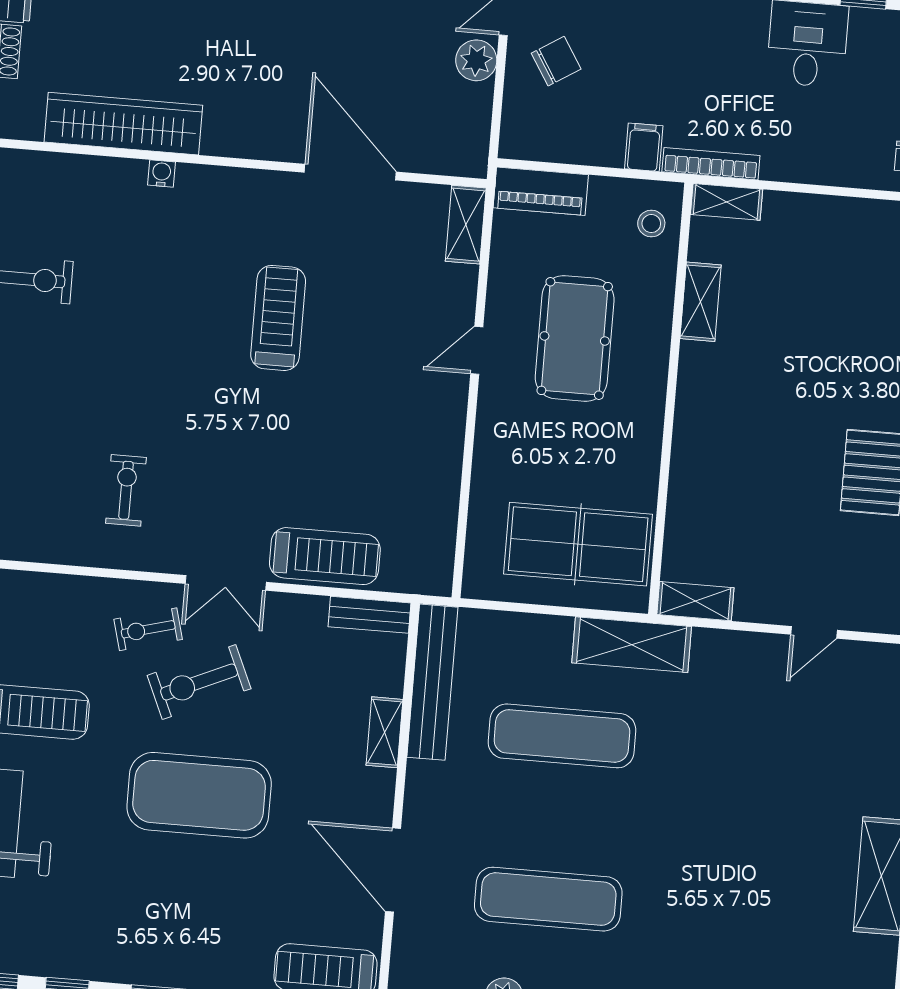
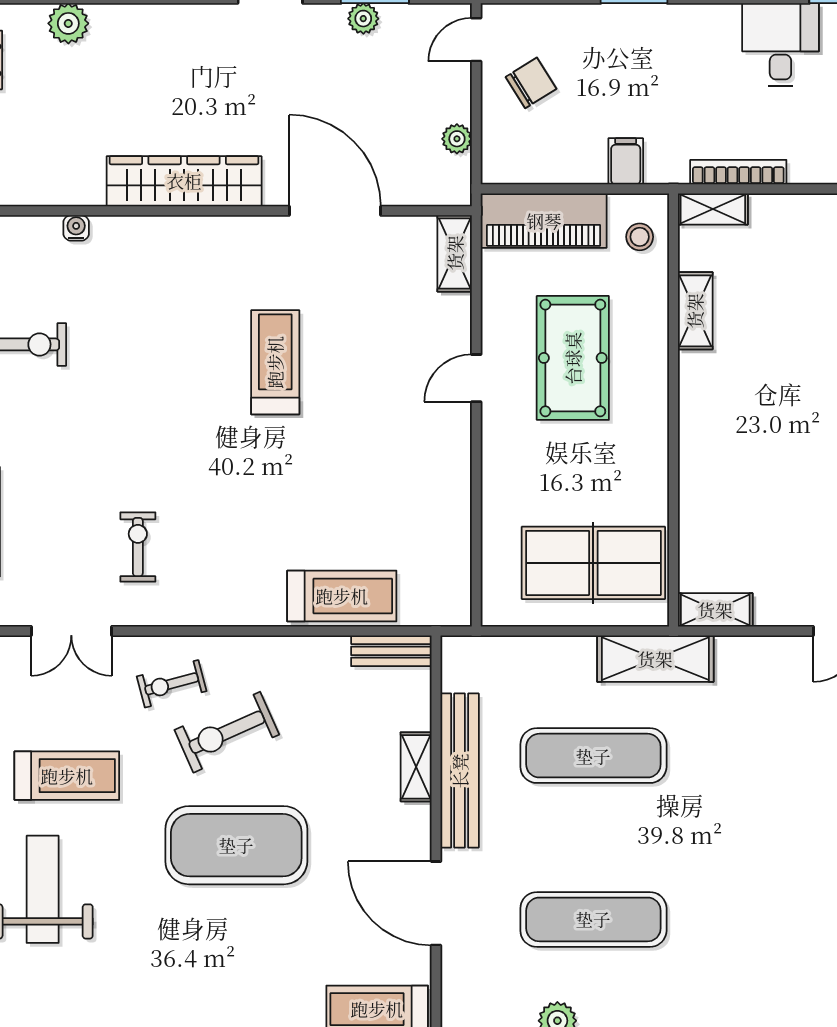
plant: (476, 60) -> (457, 139), moved, width x0.73, depth x0.73
wardrobe: (123, 124) -> (184, 181), moved
bookcase: (711, 164) -> (738, 172), moved
water cooler: (162, 173) -> (76, 228), moved
piano: (541, 191) -> (544, 221), width x1.37, depth x1.33
double door: (226, 583) -> (71, 631), moved
bench: (432, 682) -> (460, 771), moved

